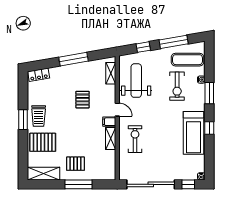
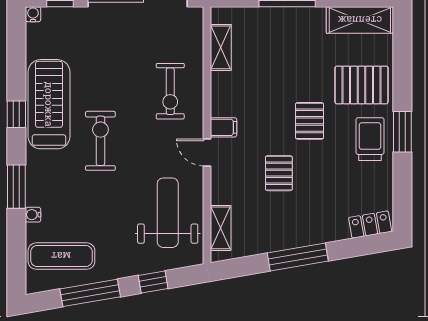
weight bench: (136, 81) -> (168, 213), turned 180
exercise bike: (177, 86) -> (100, 141), moved
shelving: (111, 138) -> (221, 47), moved
pallet: (75, 164) -> (310, 121), moved, turned 90

